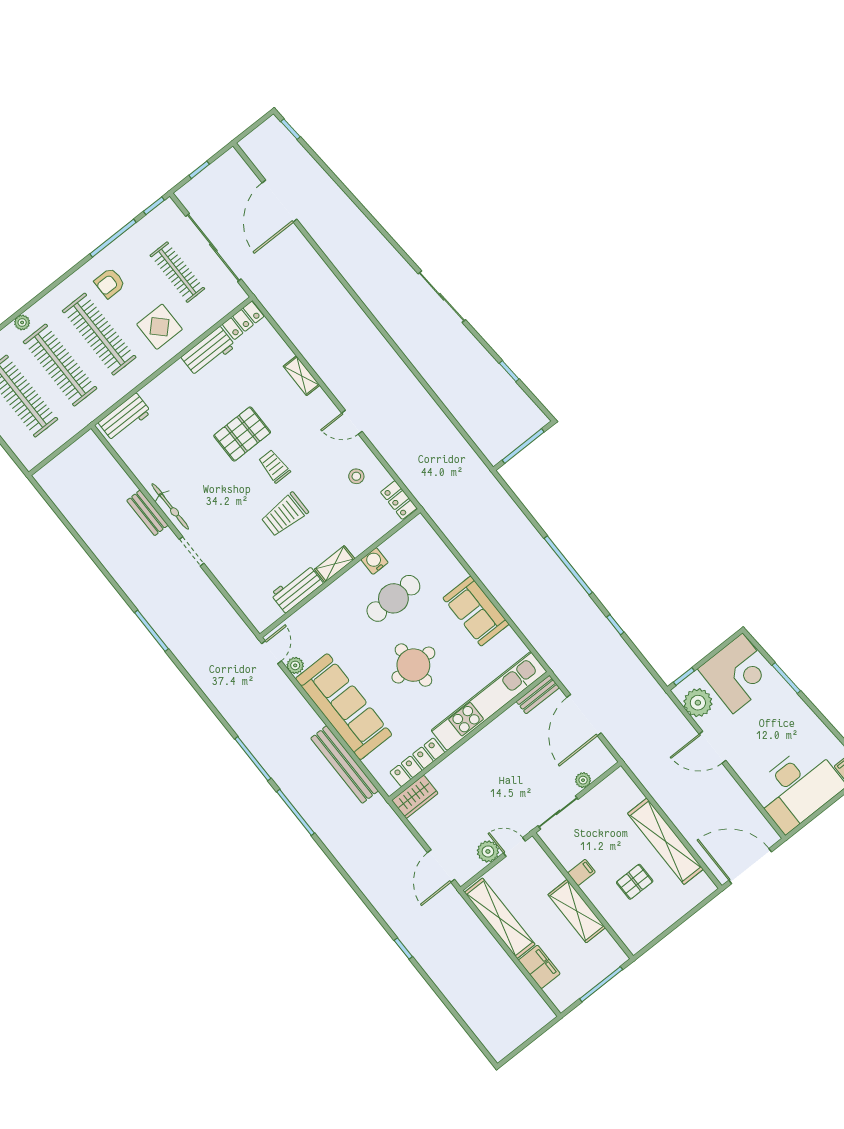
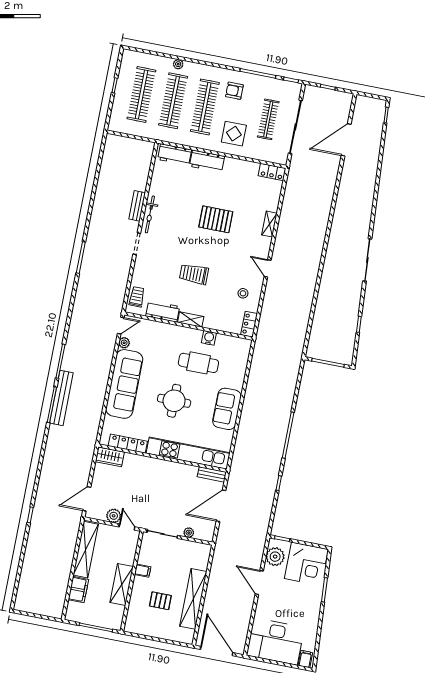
workbench: (208, 352) -> (207, 161), moved
trolley: (274, 466) -> (137, 297), moved
bench: (345, 764) -> (61, 398), moved

